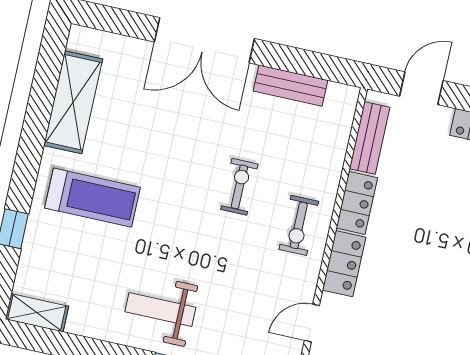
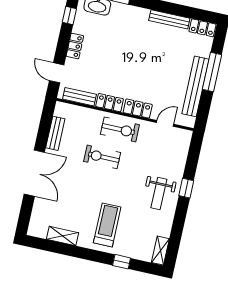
shelving: (73, 102) -> (63, 236), width x0.67, depth x0.75
exercise bike: (239, 187) -> (102, 157), width x1.38, depth x1.39
exercise bike: (299, 225) -> (120, 129), width x1.38, depth x1.39
door: (312, 323) -> (165, 123), swing flipped

